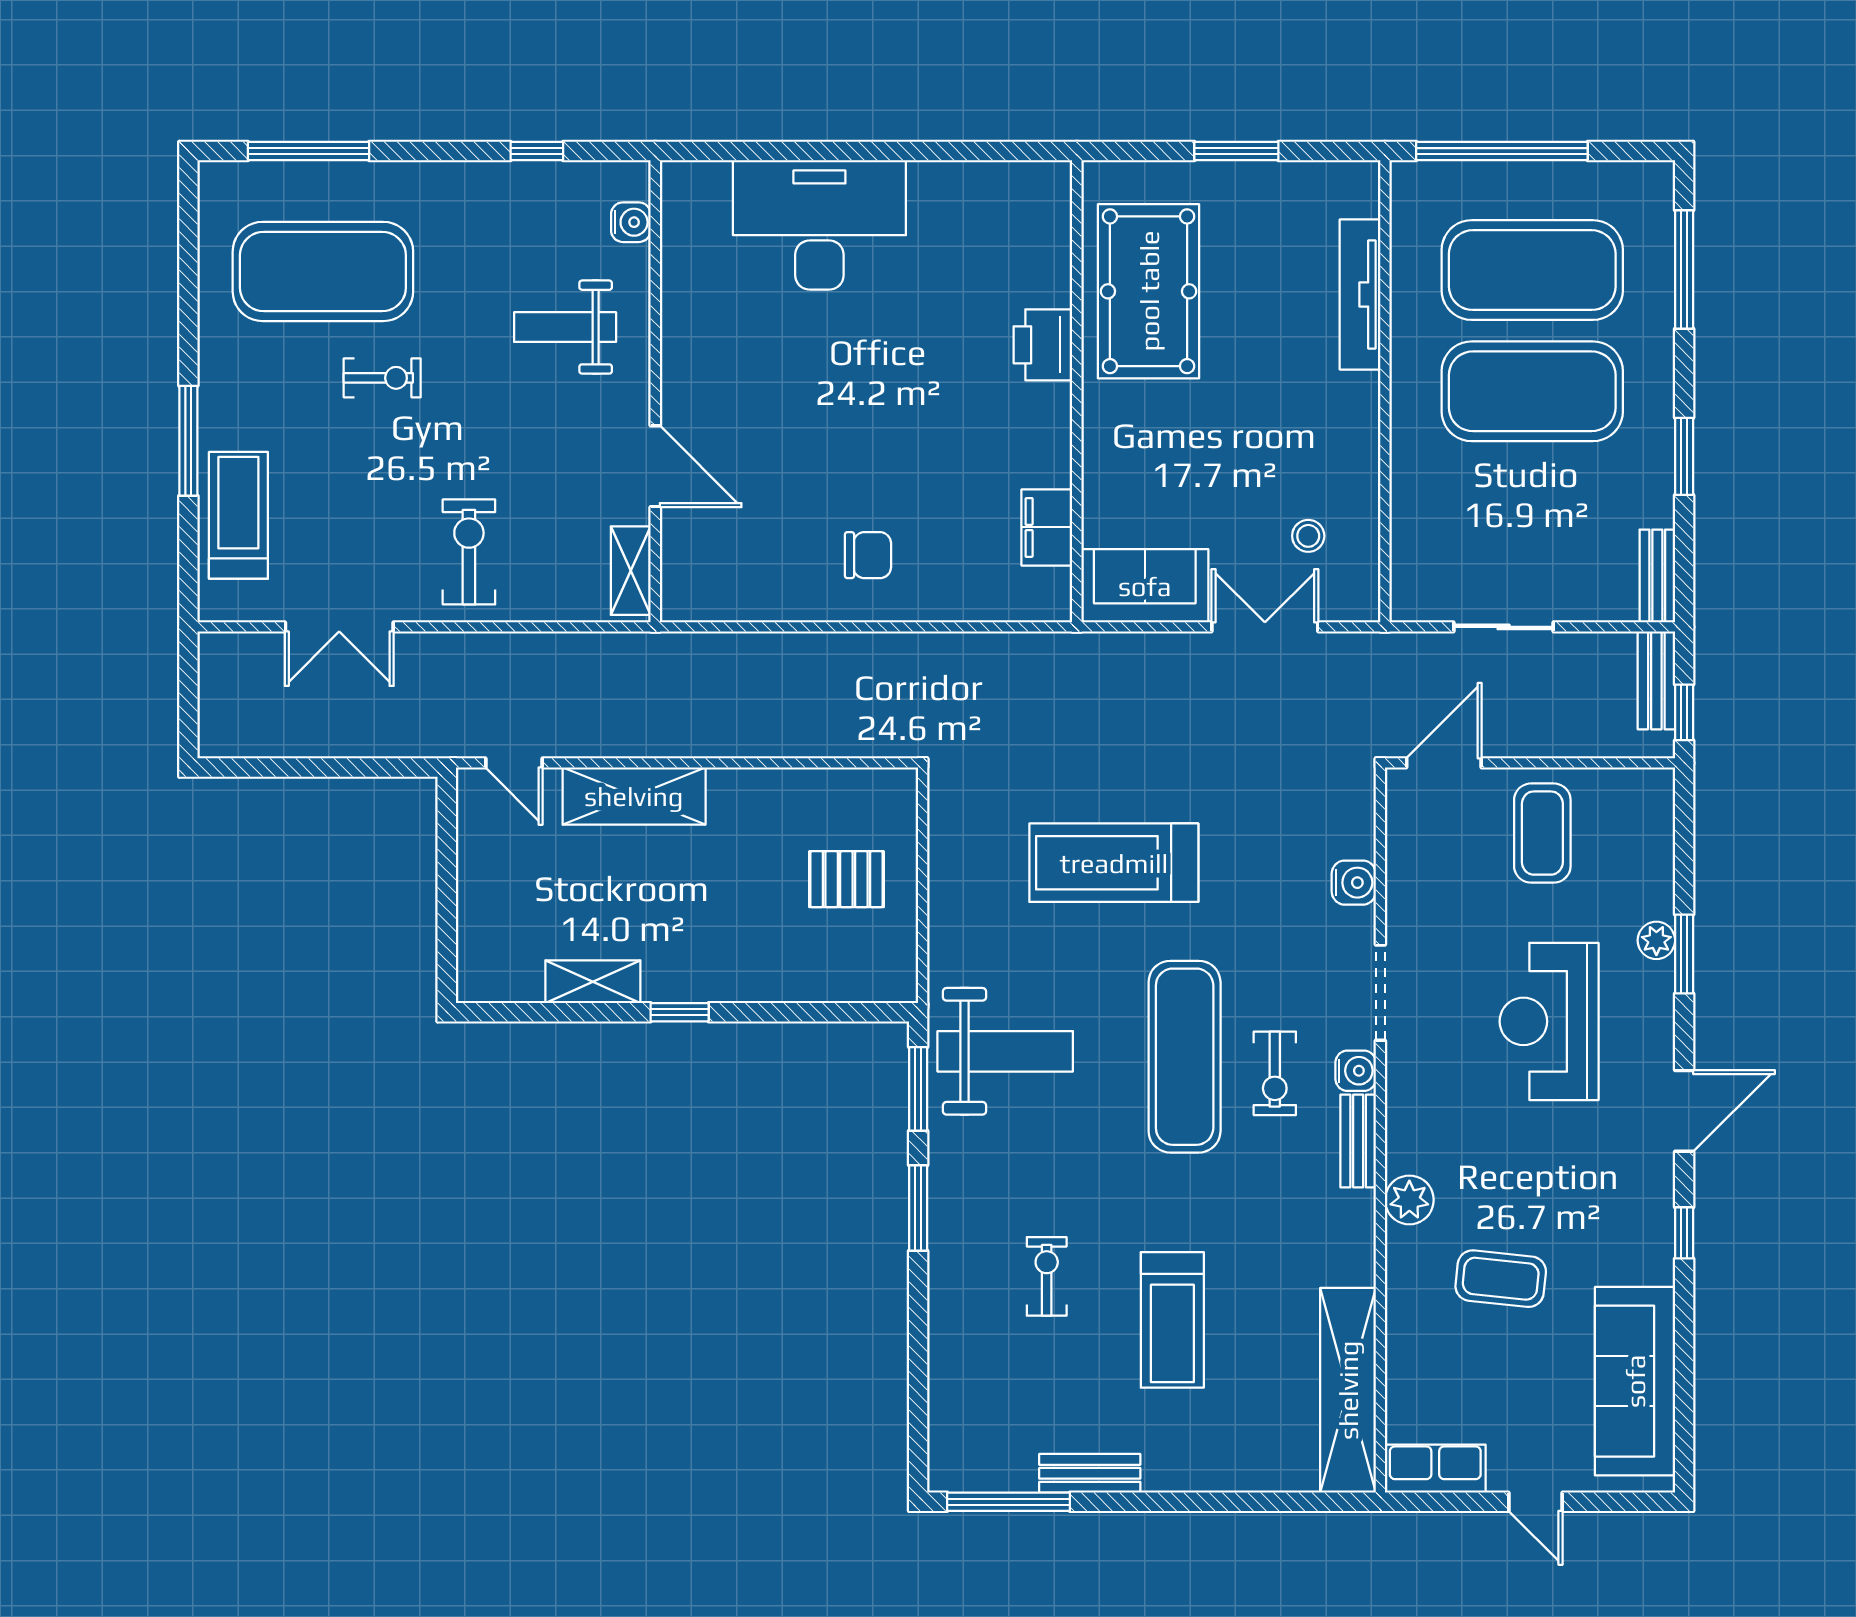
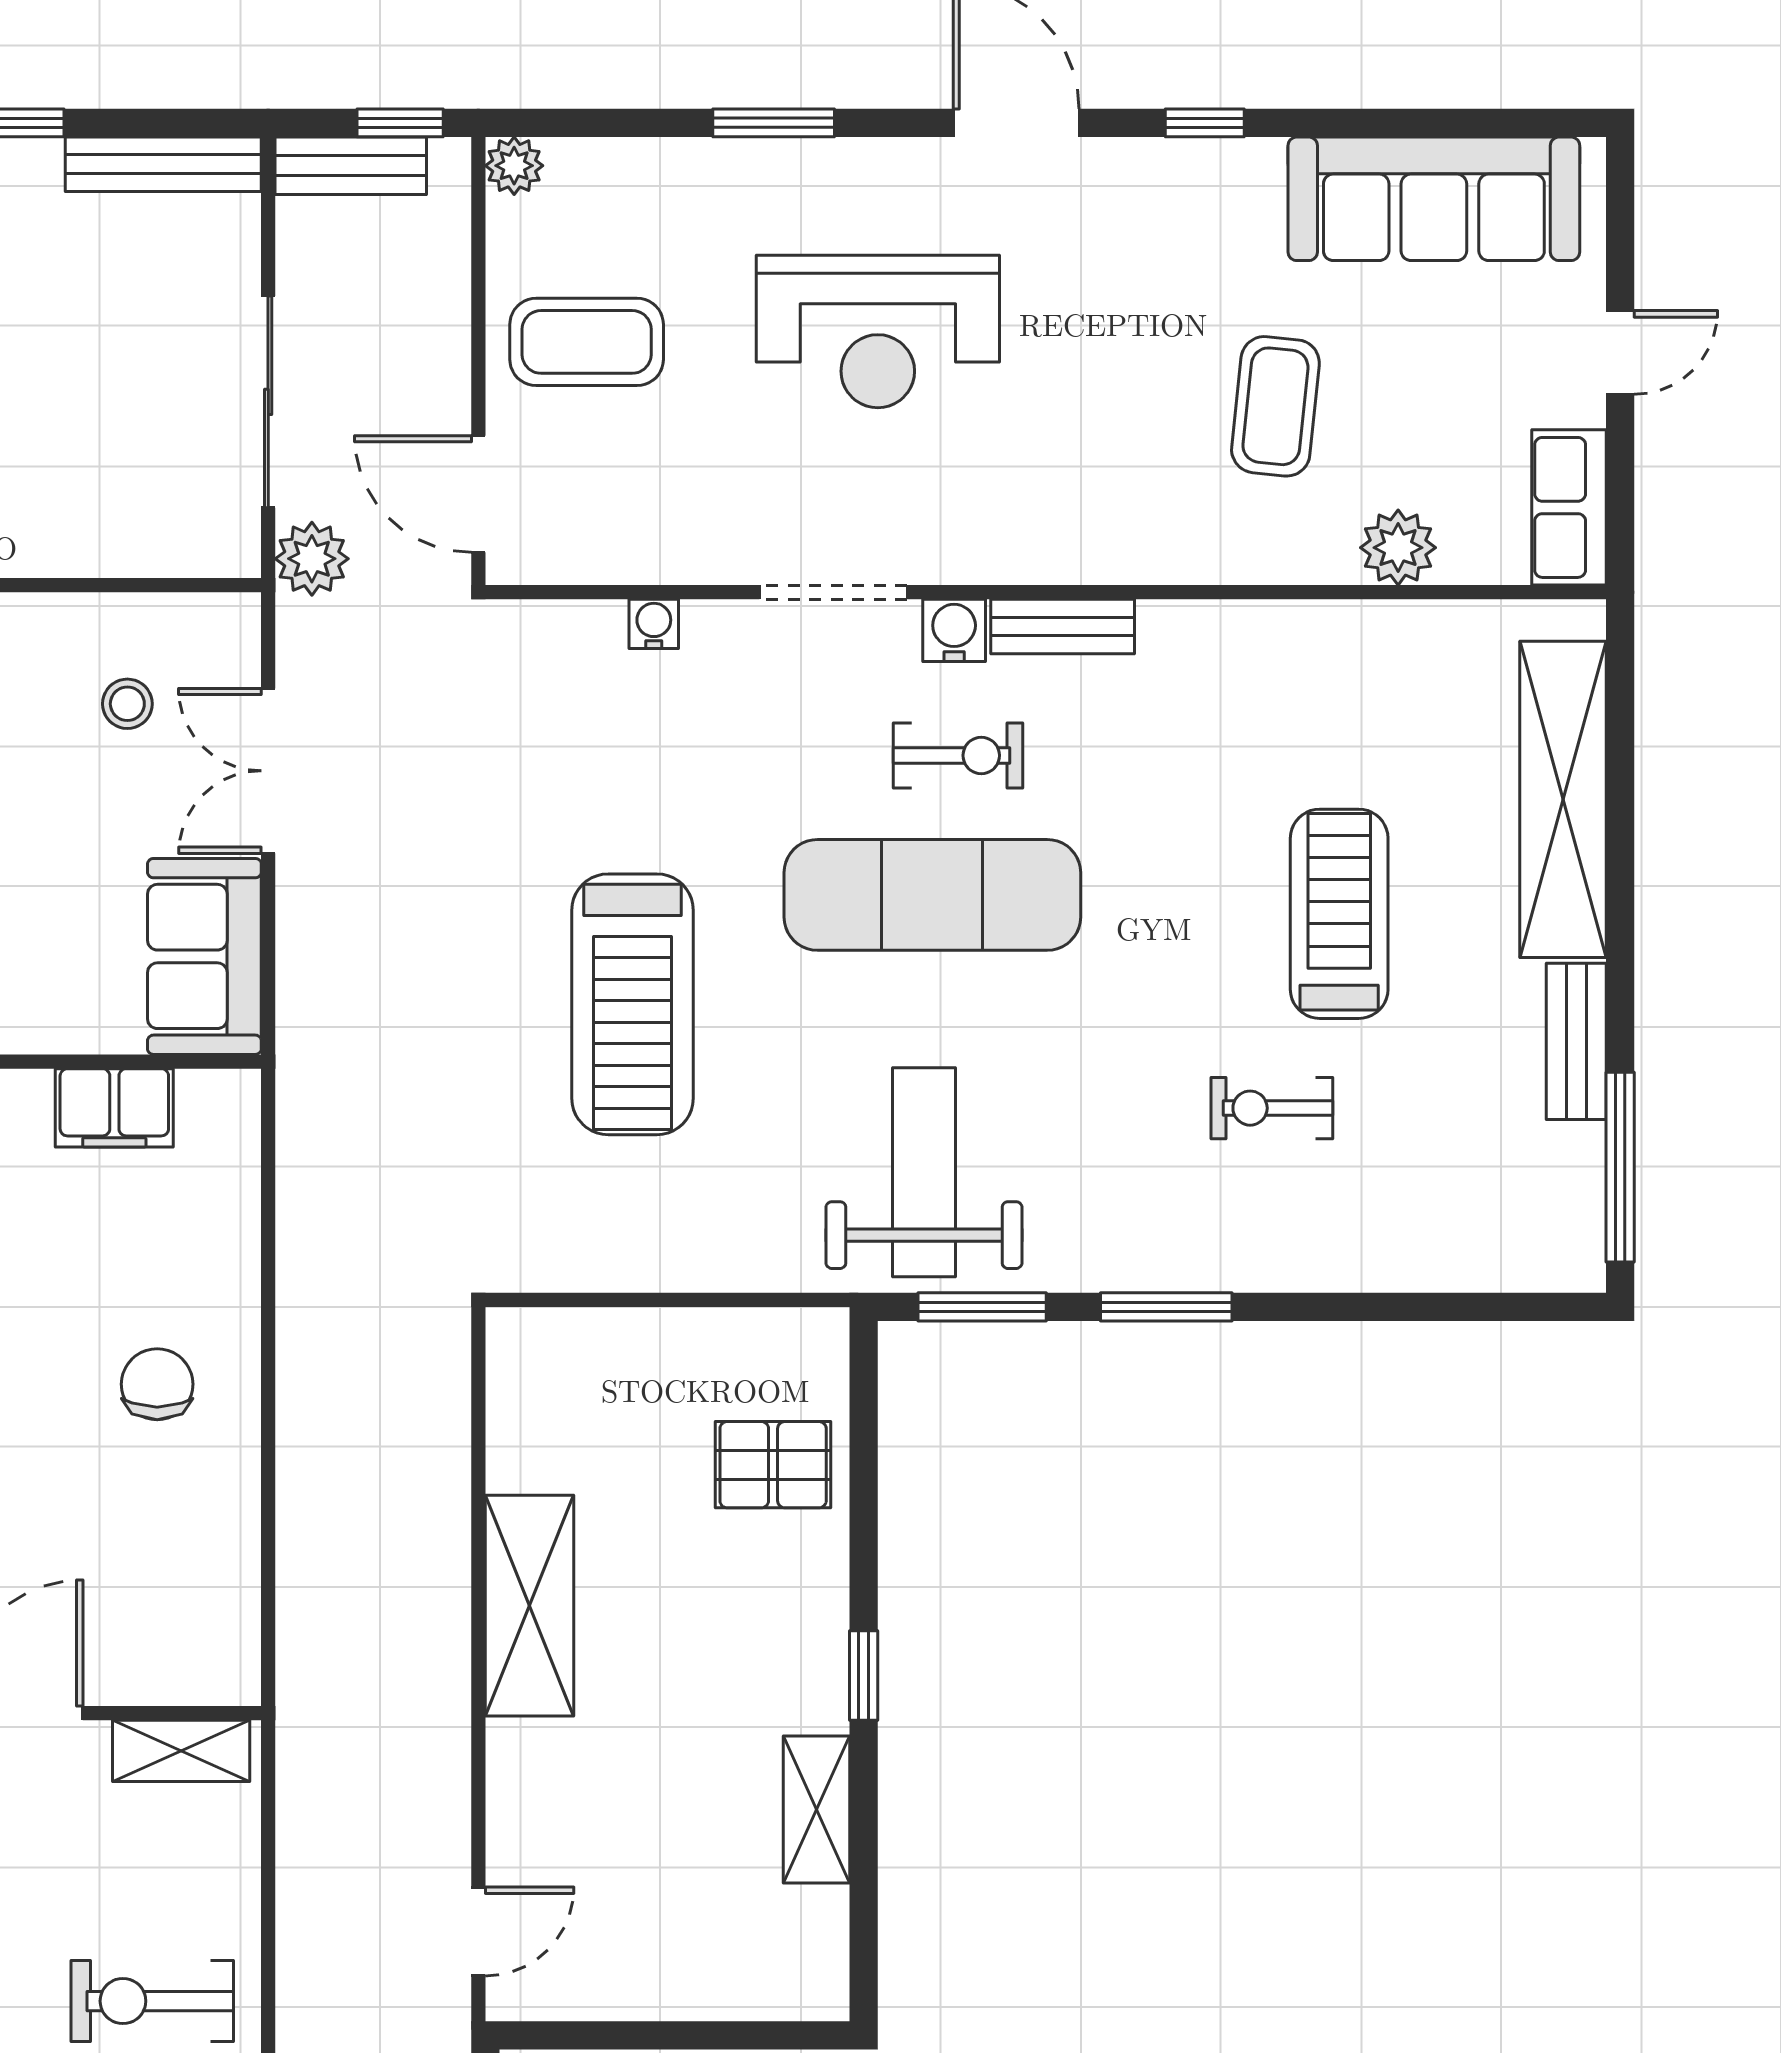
bench: (1657, 576) -> (163, 164), width x1.36
sliding door: (1504, 627) -> (268, 402), width x1.37
plant: (1402, 655) -> (312, 559), added
shelving: (634, 796) -> (529, 1606), moved
pallet: (846, 879) -> (773, 1465), moved, turned 90
water cooler: (1354, 883) -> (654, 624), width x0.72, depth x0.72
plant: (1656, 940) -> (514, 166), moved
plant: (1409, 1200) -> (1398, 548), moved
treadmill: (1172, 1320) -> (1339, 914), turned -90
shelving: (1348, 1390) -> (1563, 799), moved, turned 90

